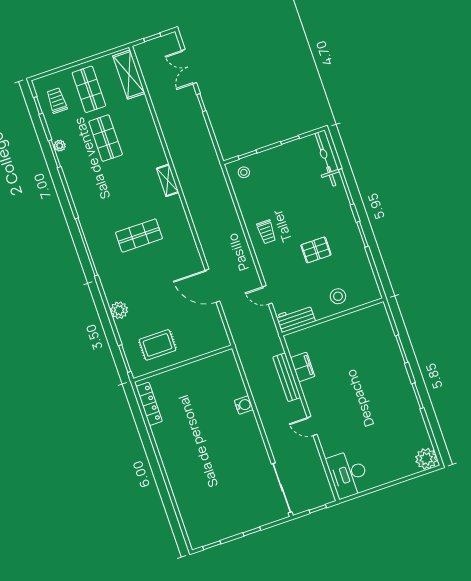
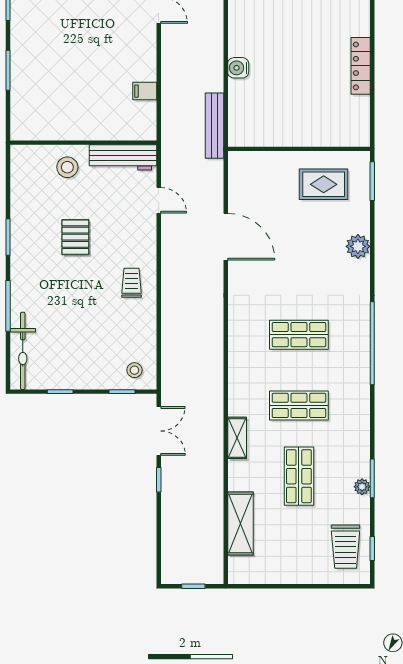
double door: (189, 67) -> (159, 431), moved
shelving: (129, 75) -> (240, 524), moved
shop shelf: (89, 89) -> (299, 405), moved, turned 90
trolley: (57, 101) -> (346, 547), width x1.36, depth x1.39
shelving: (168, 180) -> (237, 438), moved
pallet: (316, 250) -> (75, 237), turned 90
workbench: (296, 318) -> (123, 157), width x1.38
filing cabinet: (303, 367) -> (145, 91), width x0.50
bench: (287, 377) -> (214, 126), moved
locker: (149, 404) -> (361, 66), moved

